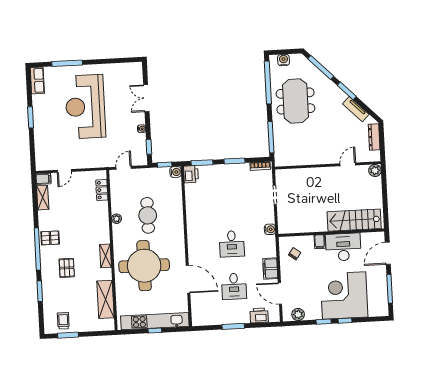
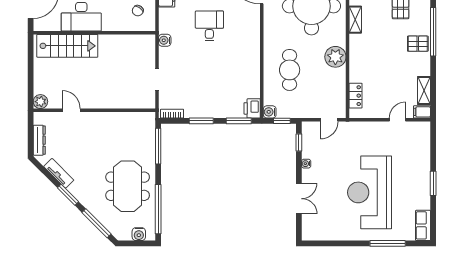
reception desk: (85, 107) -> (370, 192), turned 180
door: (348, 164) -> (71, 110), swing flipped
cafe table: (148, 215) -> (290, 70), moved
plant: (117, 219) -> (335, 57), width x1.87, depth x1.87
filing cabinet: (320, 242) -> (108, 23), removed

